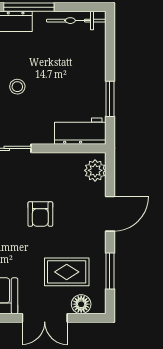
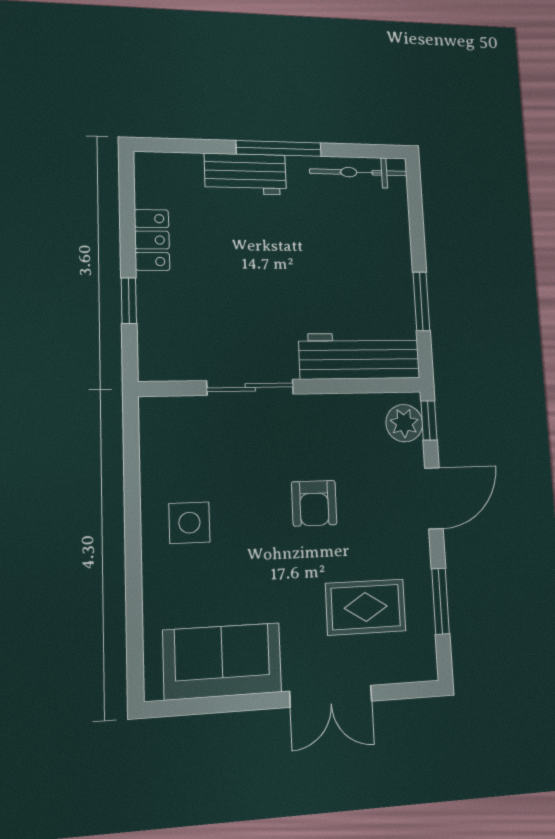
stool: (17, 87) -> (265, 280), removed
workbench: (80, 131) -> (359, 356), width x1.38
window: (110, 169) -> (429, 420), added
floor lamp: (81, 304) -> (394, 666), removed

